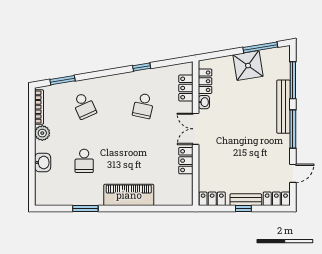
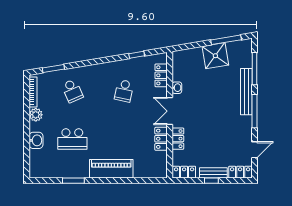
window: (142, 67) -> (137, 55), moved
locker: (205, 81) -> (178, 139), moved
school desk: (84, 161) -> (72, 139), width x1.85

